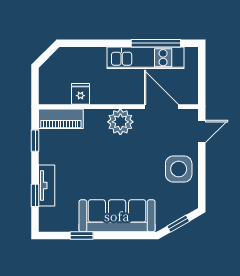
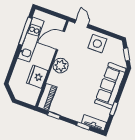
fridge: (80, 94) -> (37, 77), width x1.88, depth x1.34
tv unit: (47, 186) -> (94, 123), moved

